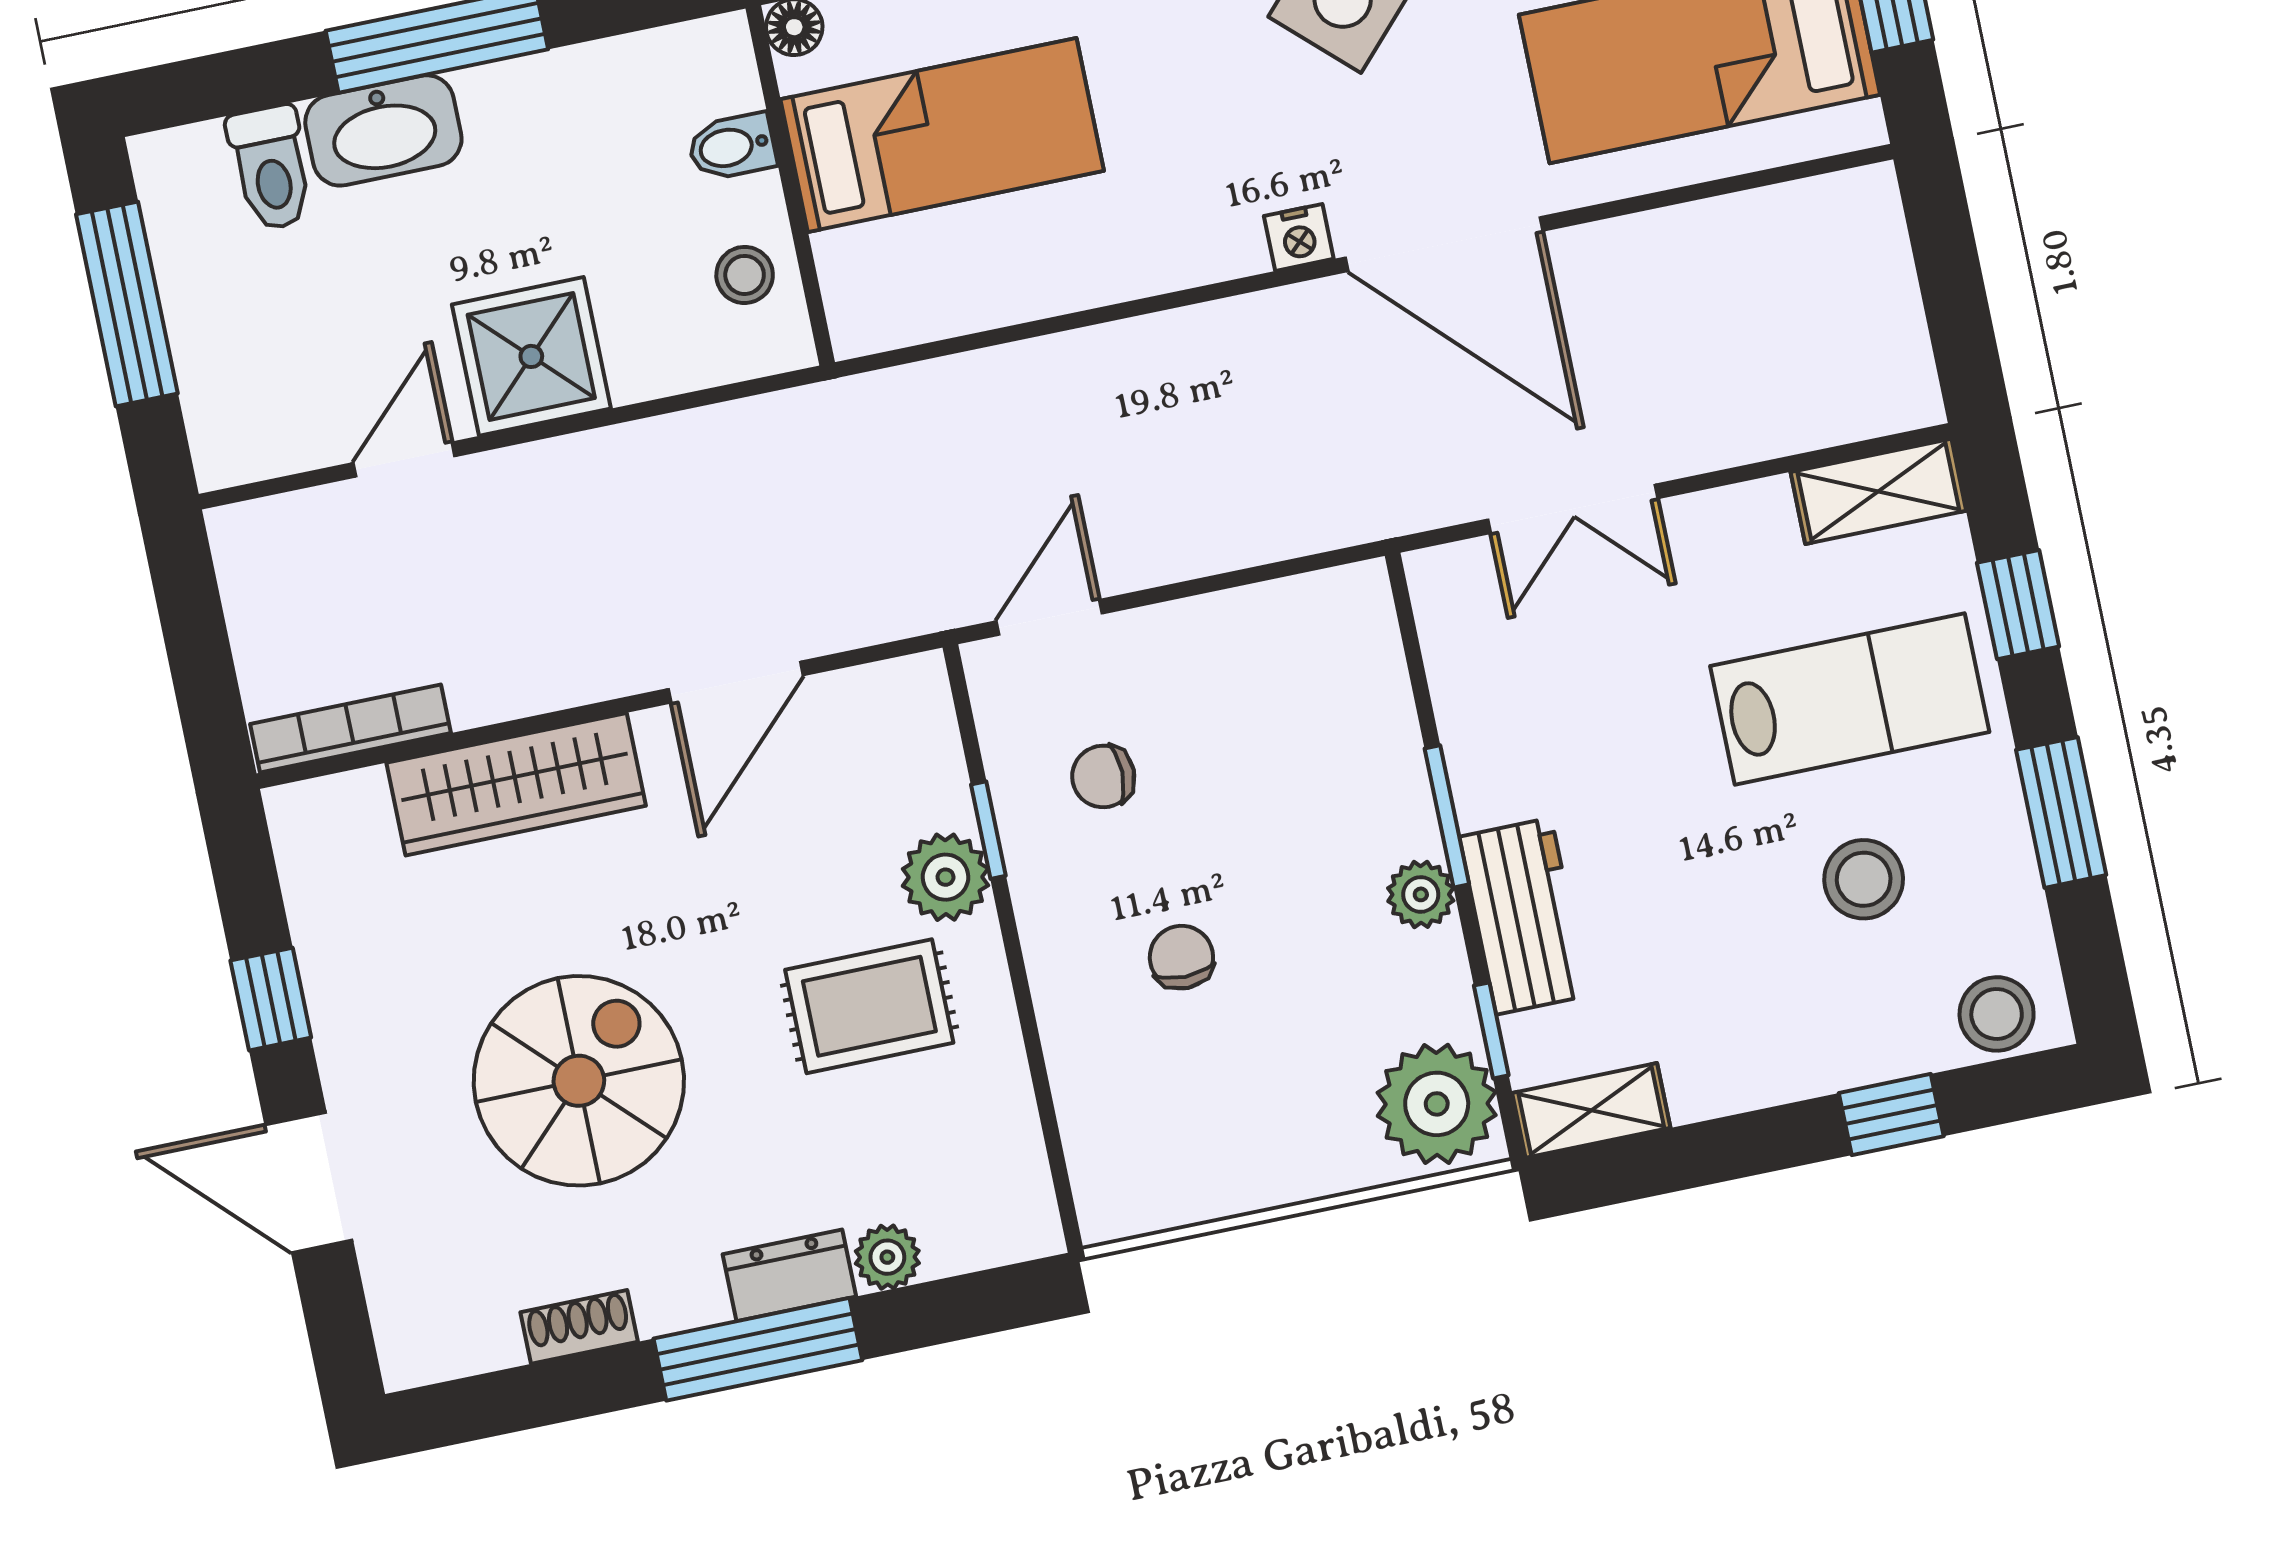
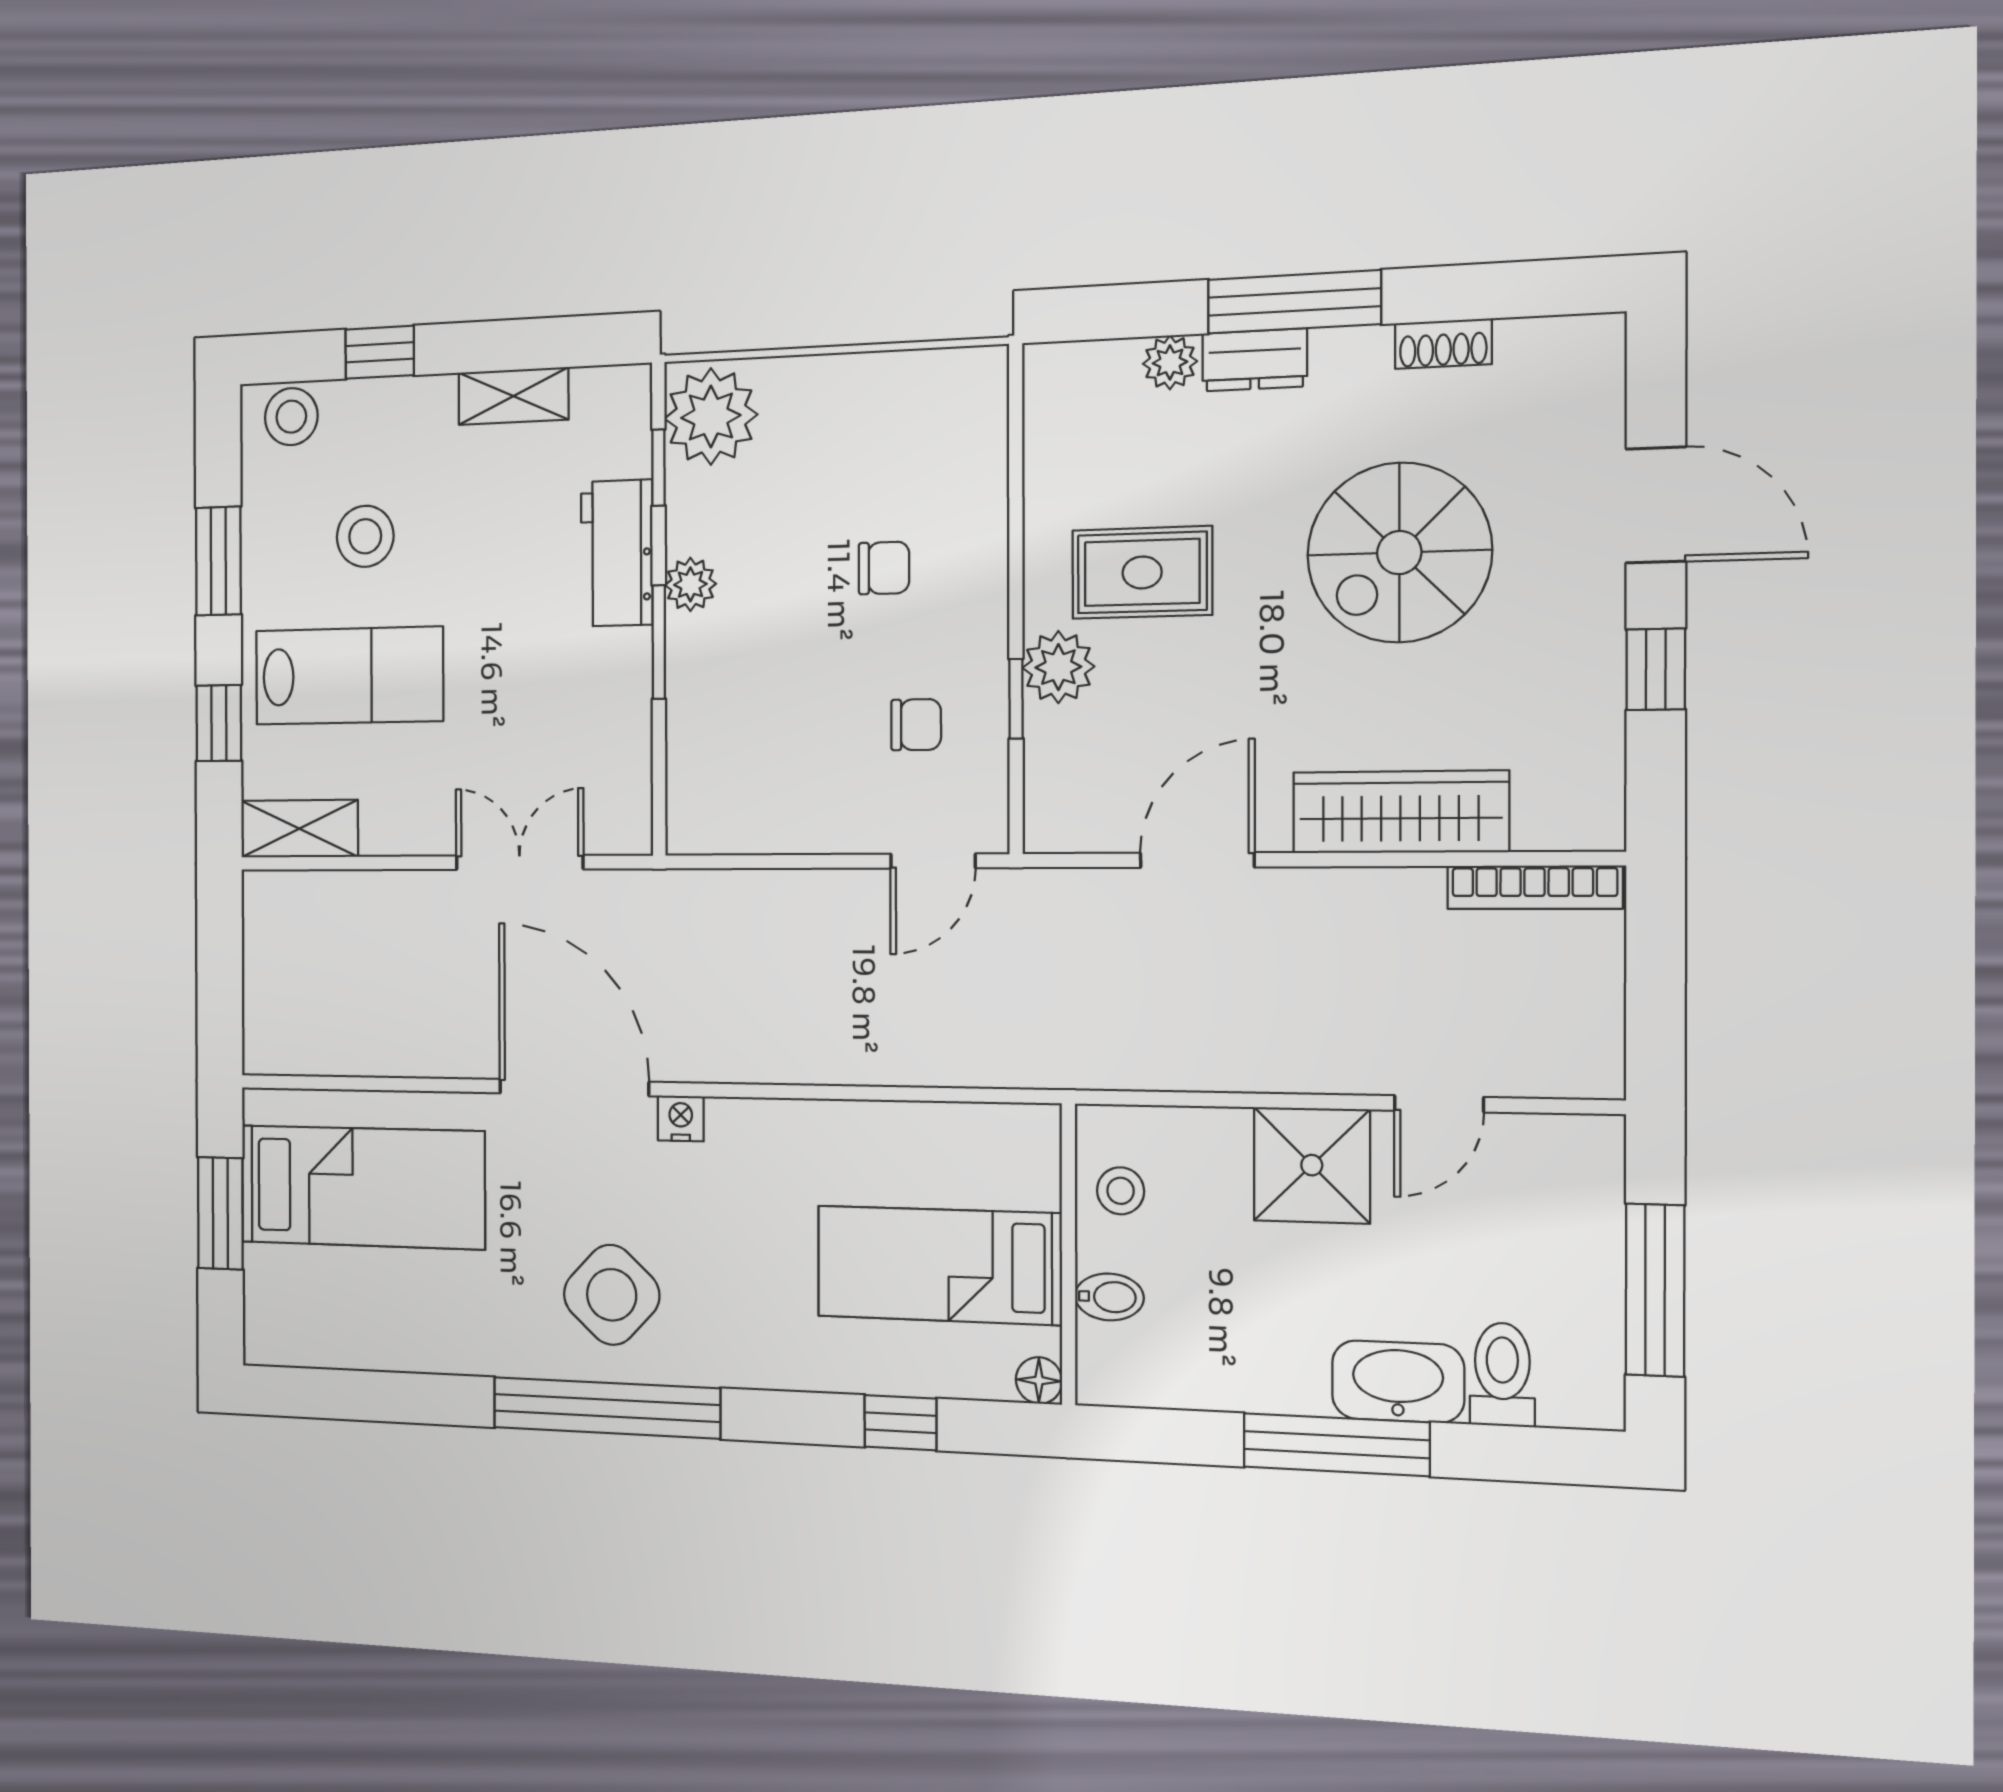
lab bench: (1850, 699) -> (349, 676), turned 180
chair: (1181, 957) -> (884, 568), turned -90
shelving: (1591, 1110) -> (513, 396), moved

